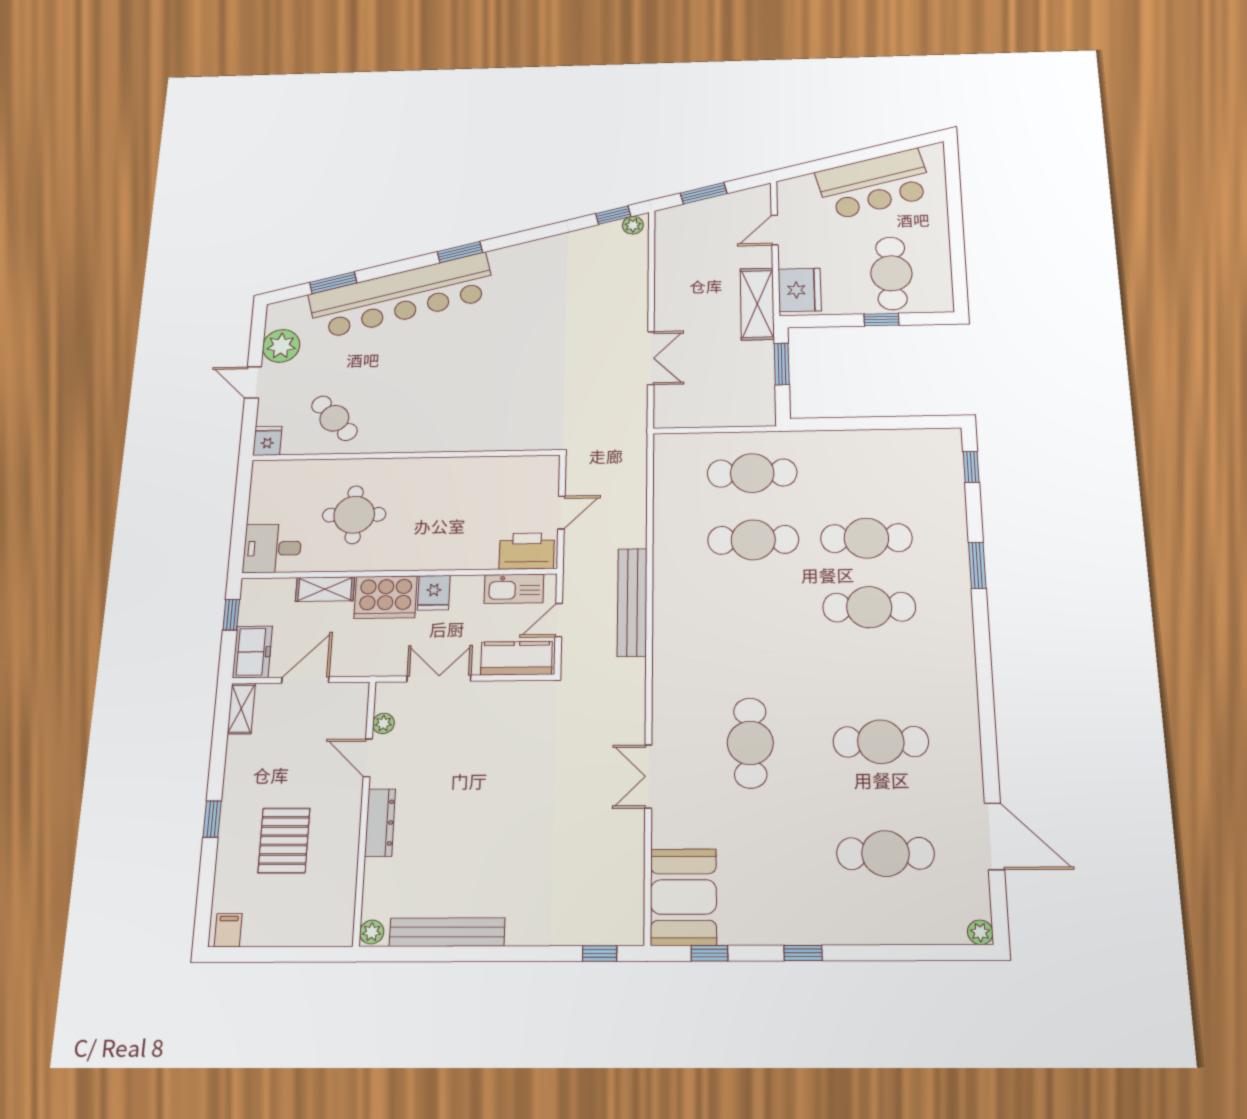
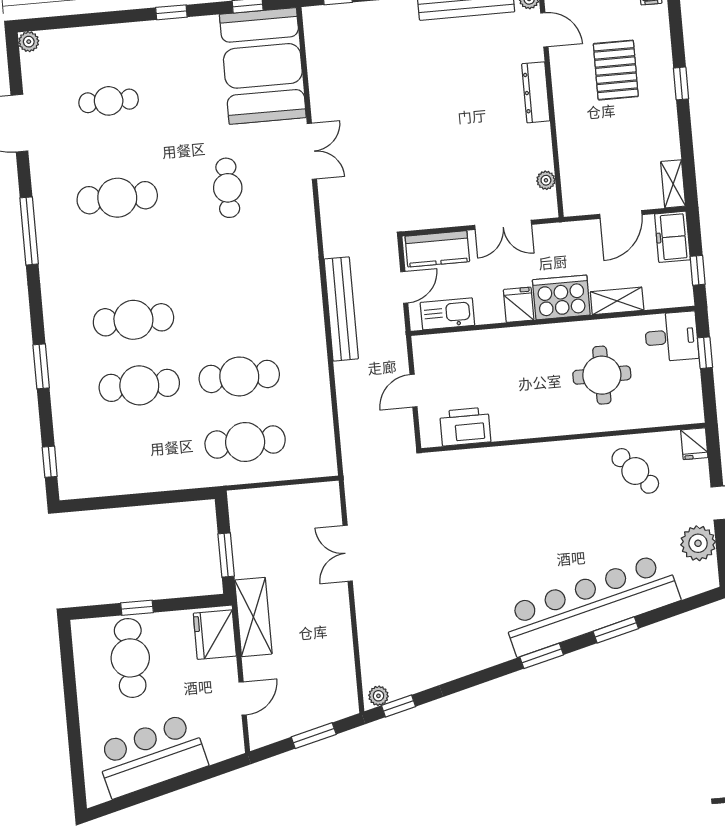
window: (333, 283) -> (616, 630), moved
window: (239, 530) -> (705, 353), added
printer: (527, 551) -> (465, 427), moved, turned 180
window: (987, 712) -> (29, 231), added
cafe table: (750, 743) -> (228, 188), width x0.73, depth x0.74
door: (368, 758) -> (544, 30), moved
cafe table: (885, 854) -> (109, 101), width x0.73, depth x0.74
booth: (683, 897) -> (263, 66), width x1.36, depth x1.42

